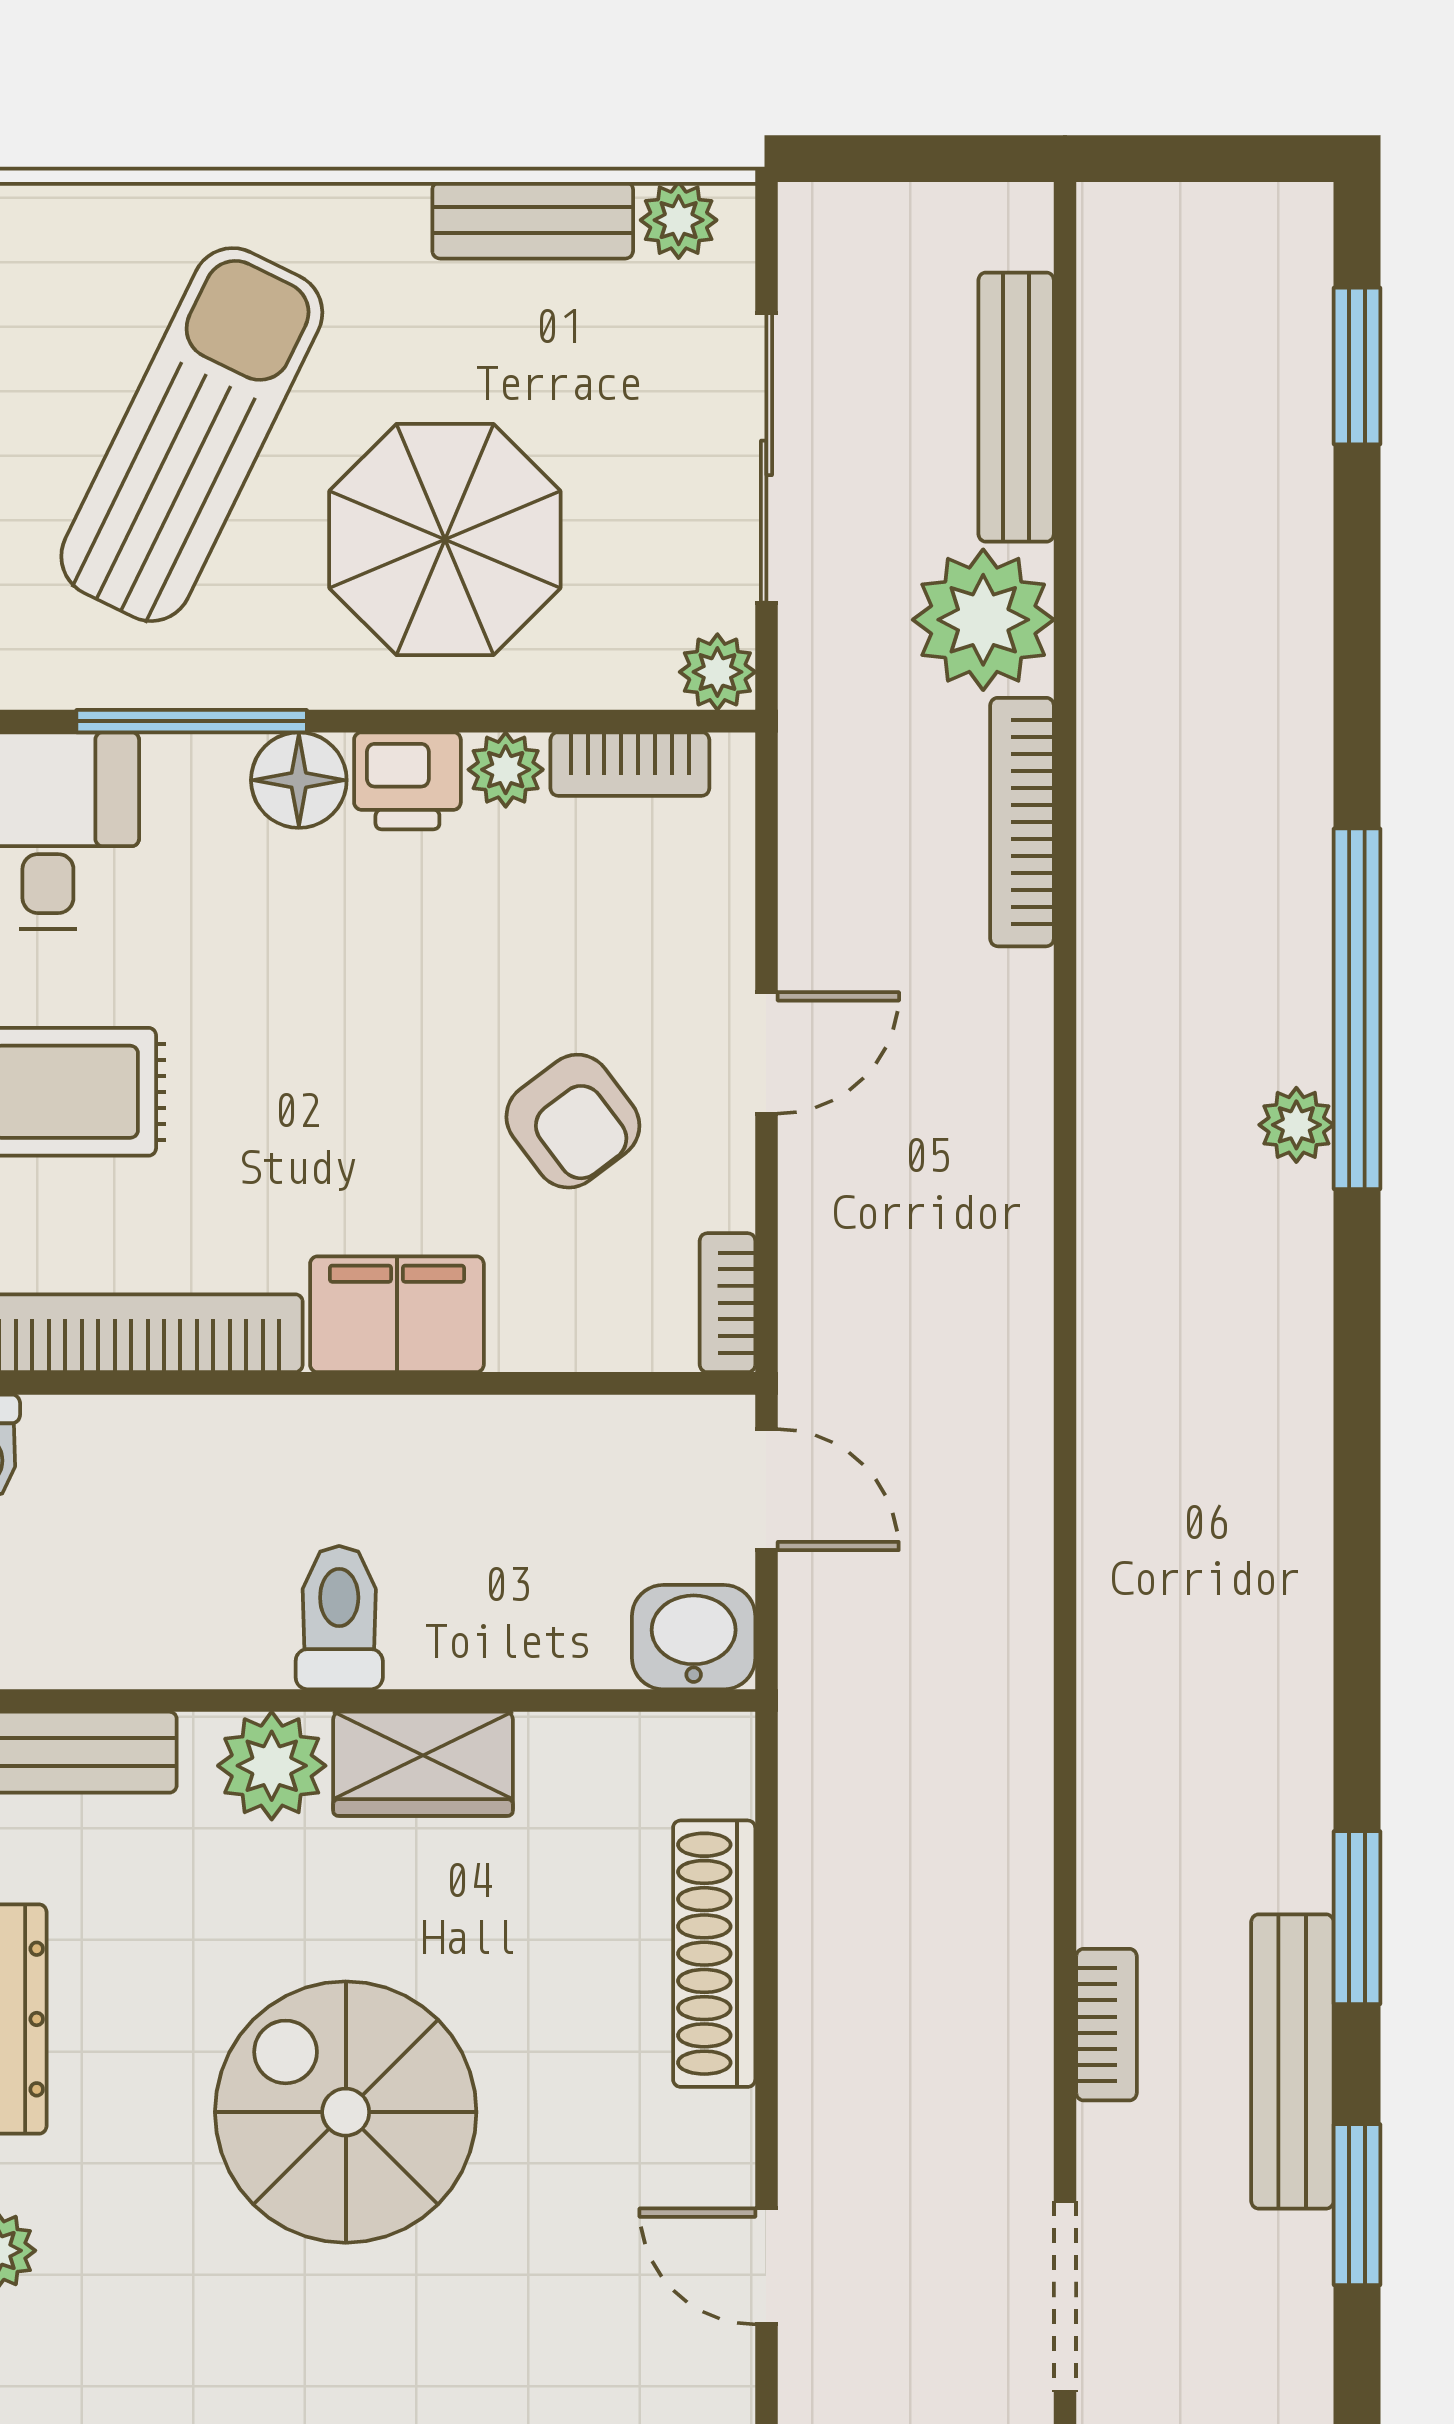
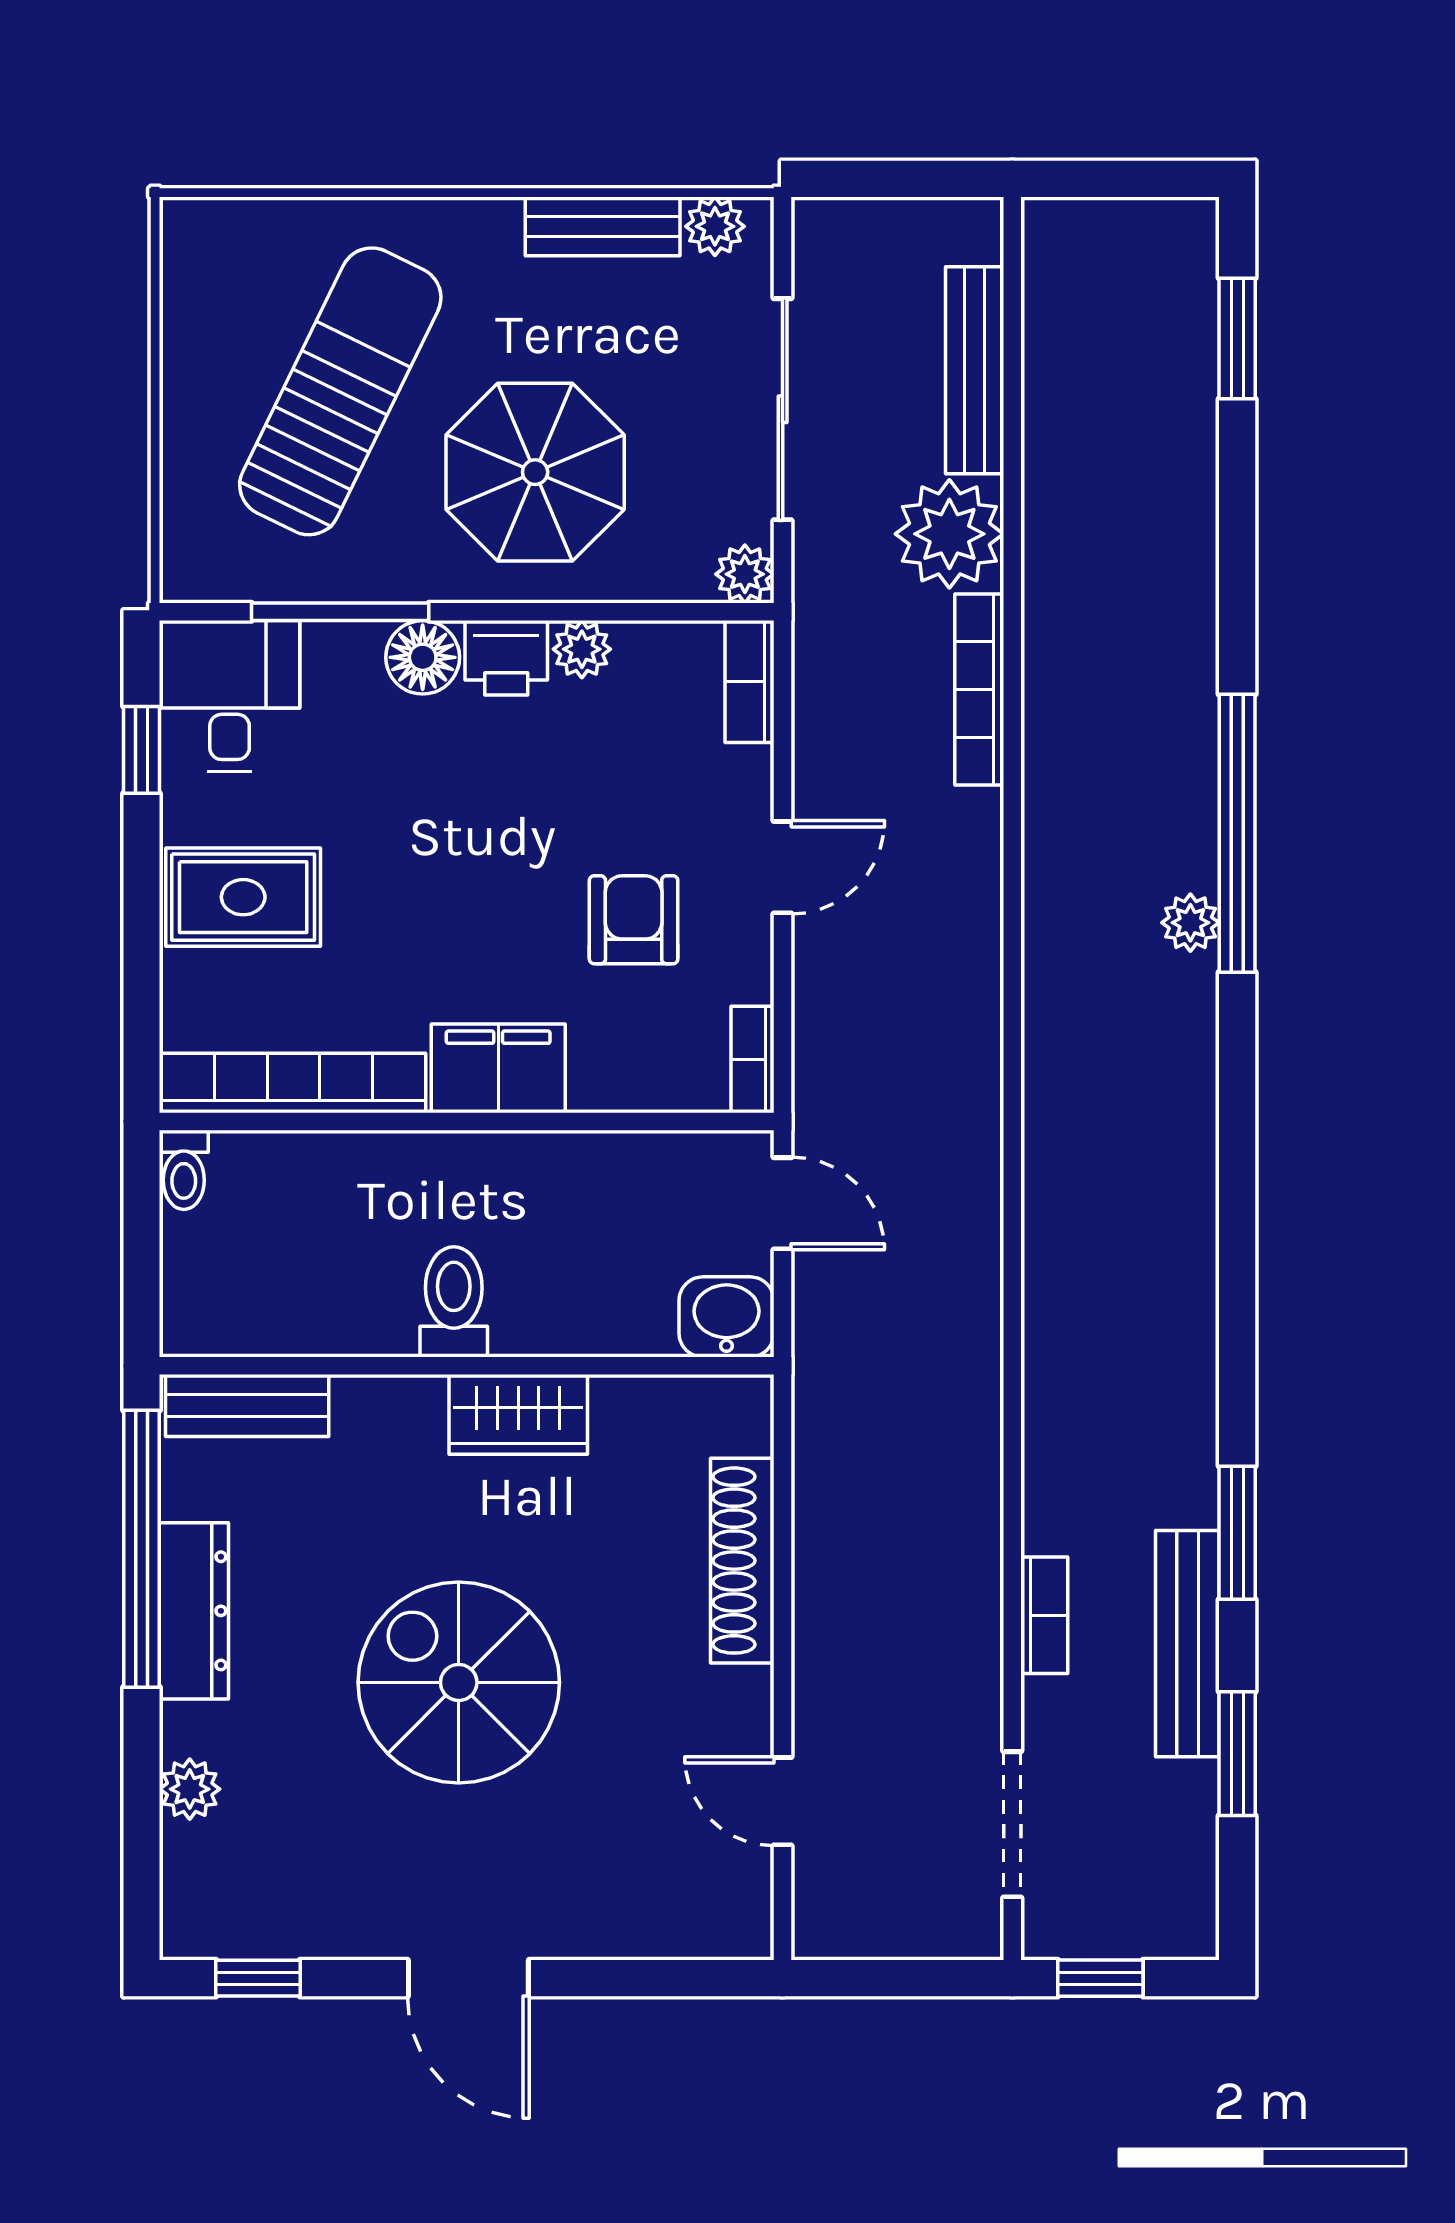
bookcase: (630, 764) -> (750, 682), moved, turned 90
armchair: (573, 1121) -> (634, 920), turned -143
plant: (272, 1766) -> (402, 1416), removed

